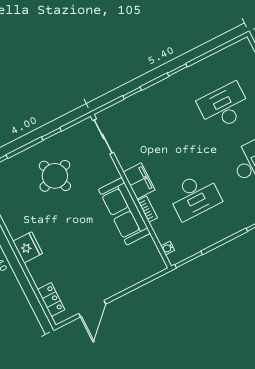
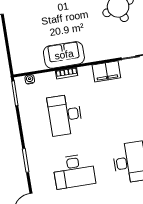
filing cabinet: (139, 181) -> (106, 71), moved
sofa: (124, 211) -> (64, 55), width x0.73

